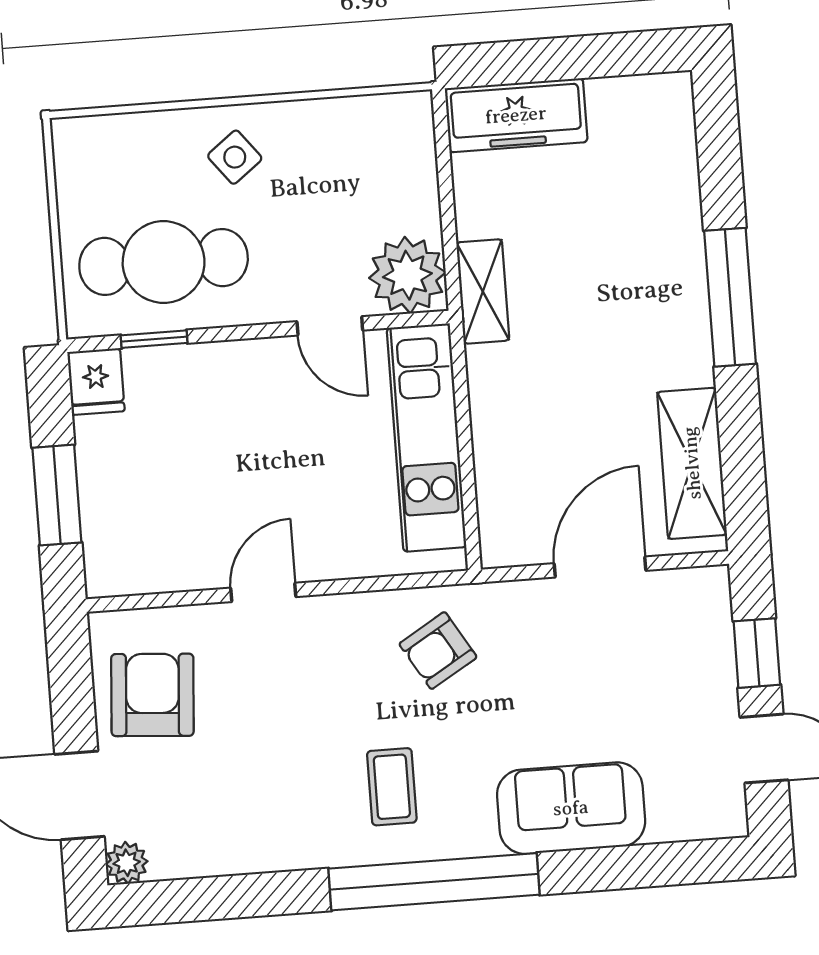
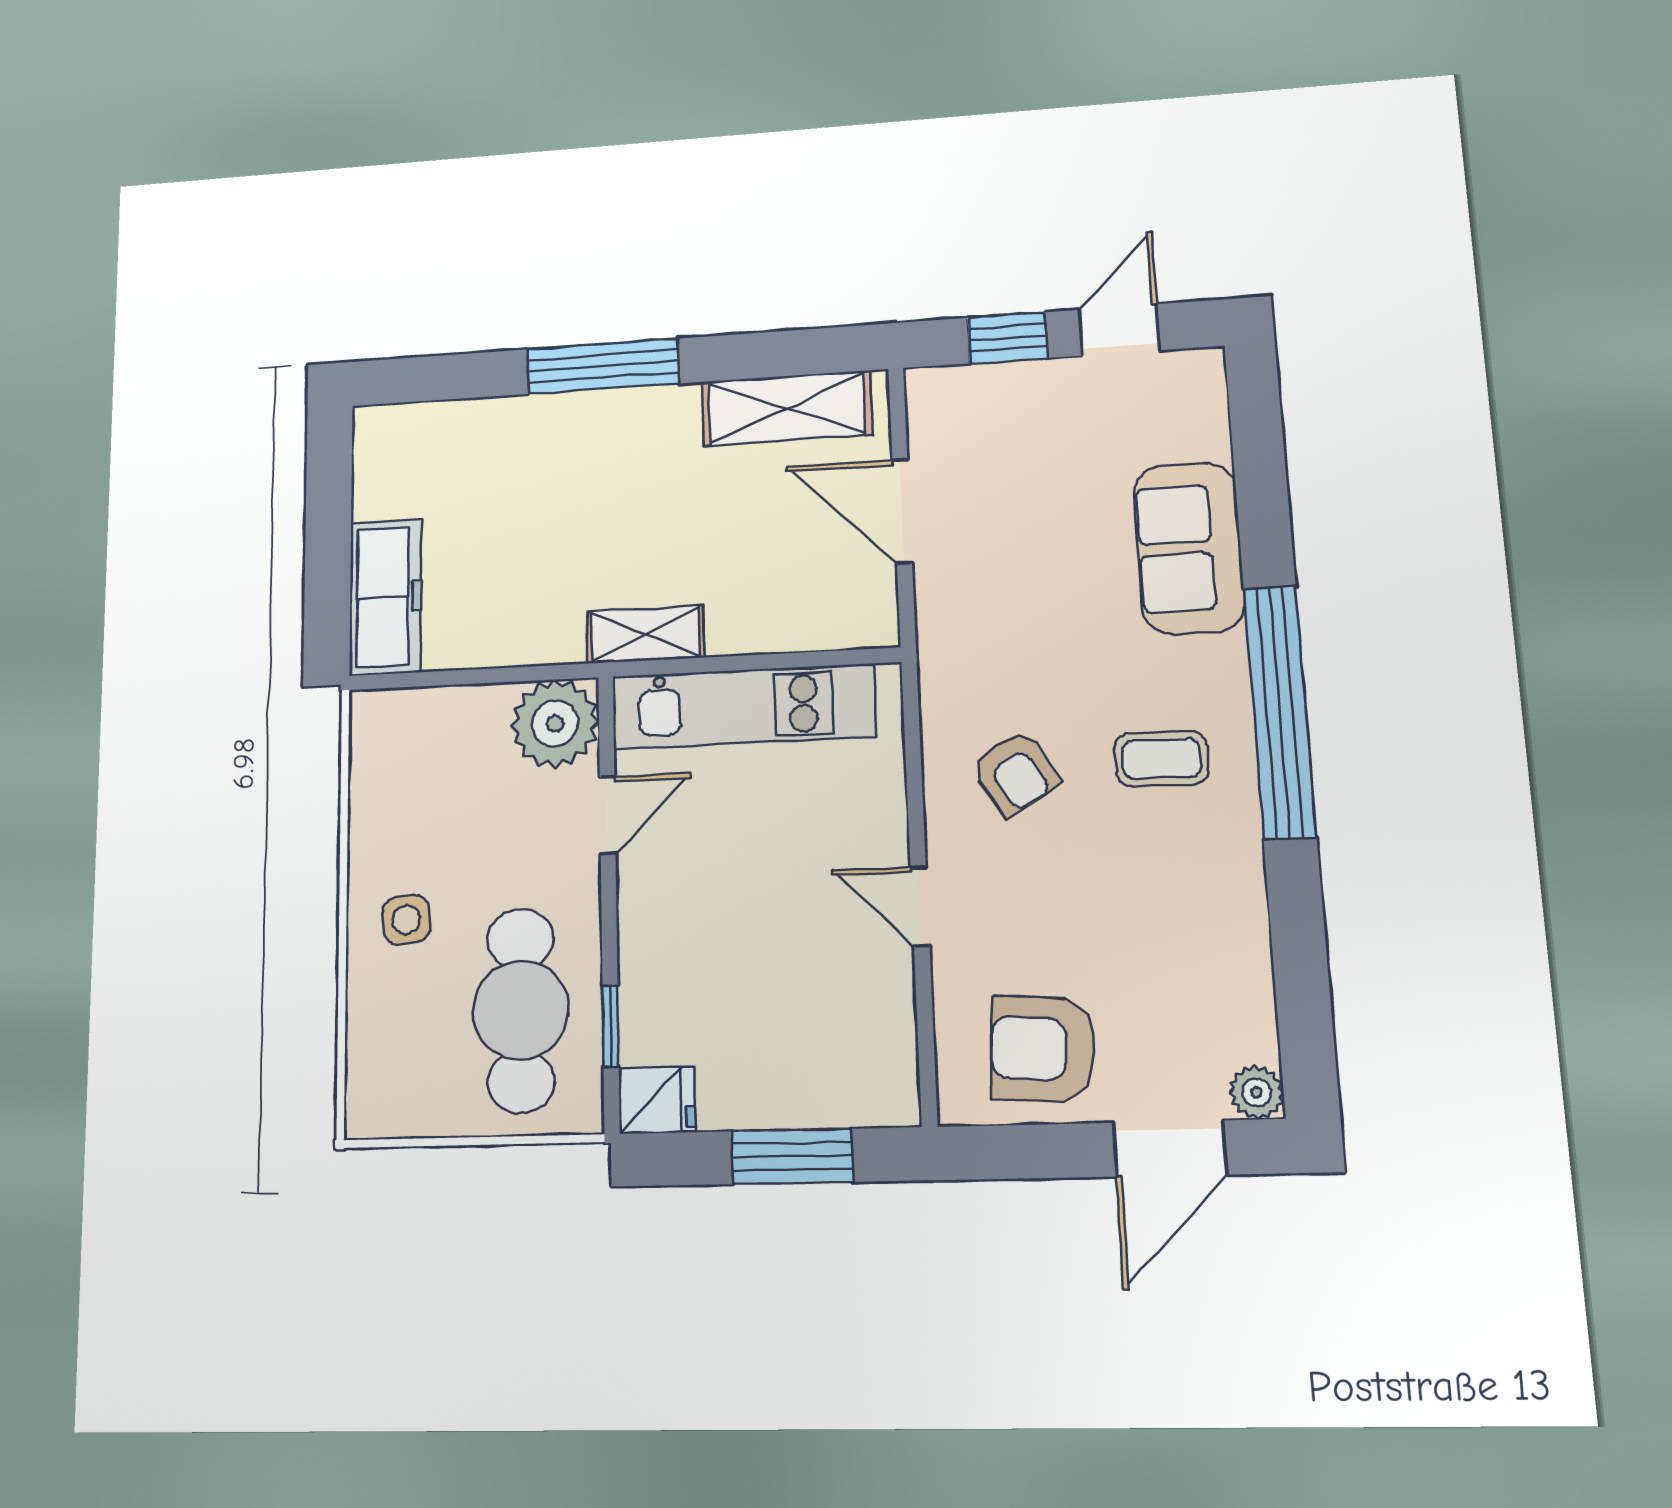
side table: (235, 157) -> (406, 920), turned 32
shelving: (483, 291) -> (645, 635), moved
armchair: (438, 651) -> (1015, 773), moved

